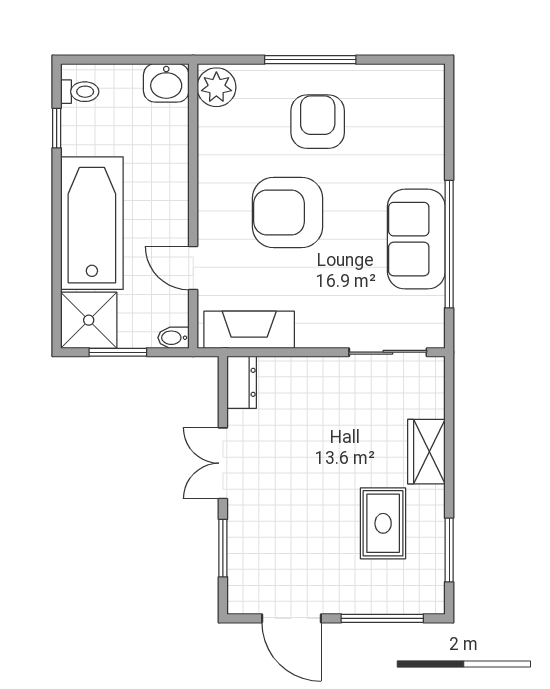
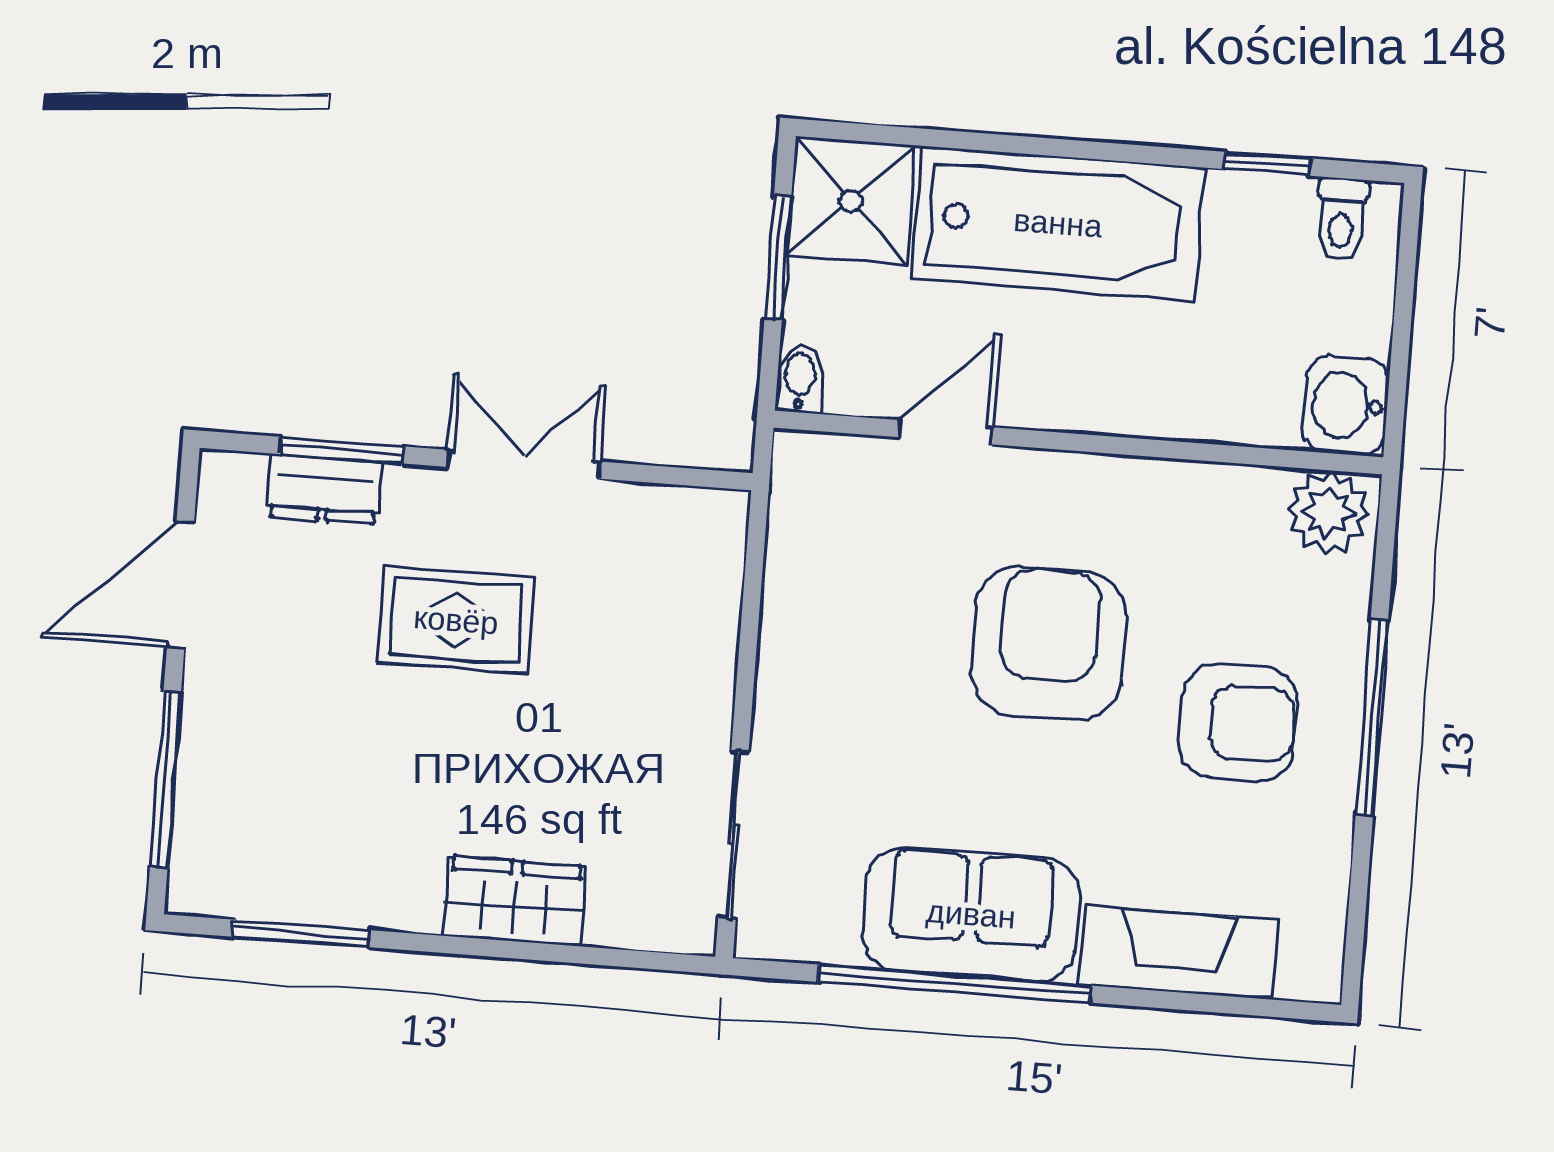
fireplace: (249, 330) -> (1178, 952), moved, turned -90
dresser: (242, 382) -> (324, 489), moved
rug: (383, 523) -> (456, 620), moved

